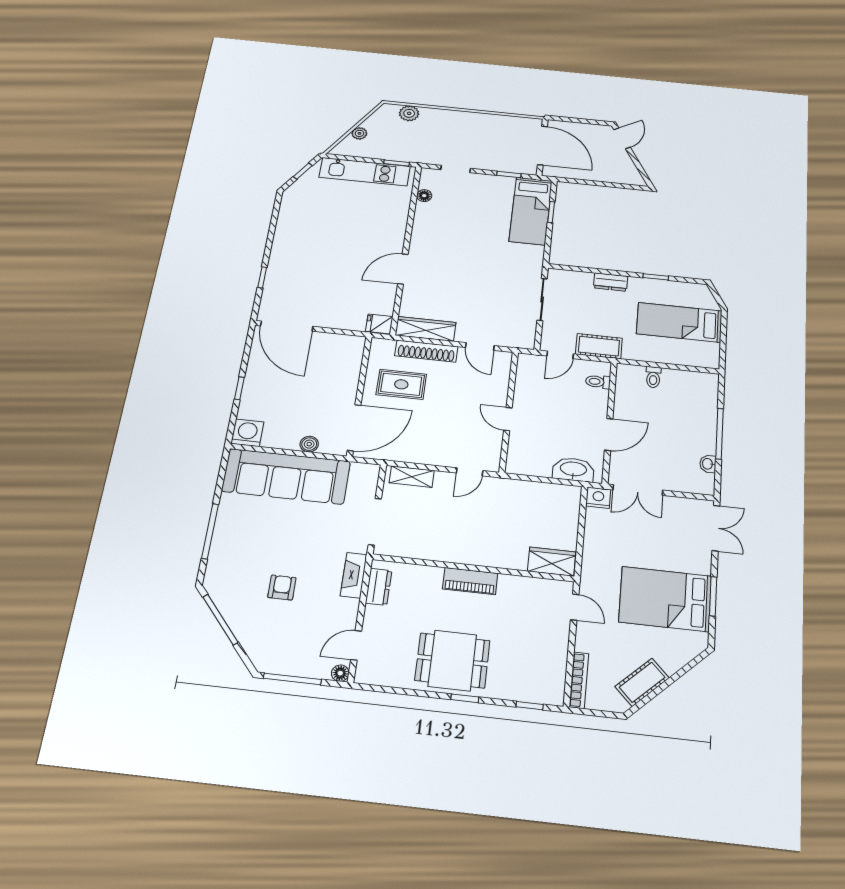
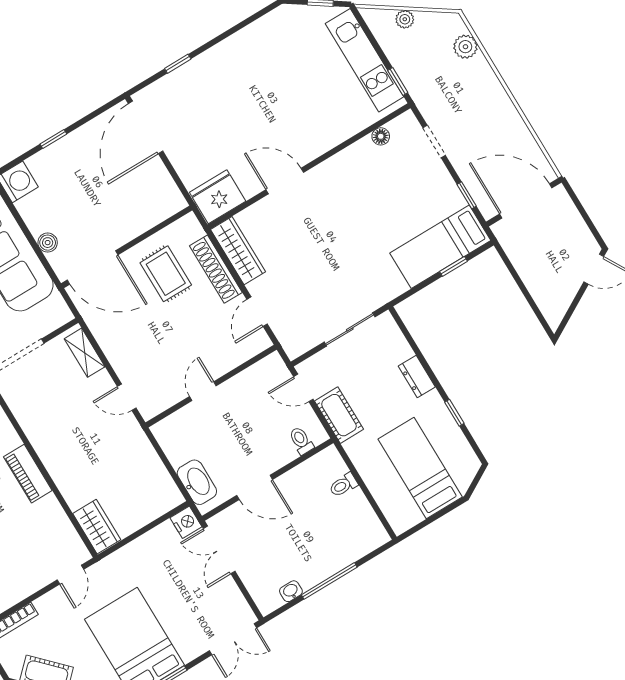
door: (542, 146) -> (526, 201), swing flipped
fridge: (379, 324) -> (218, 197), width x1.88, depth x1.34

